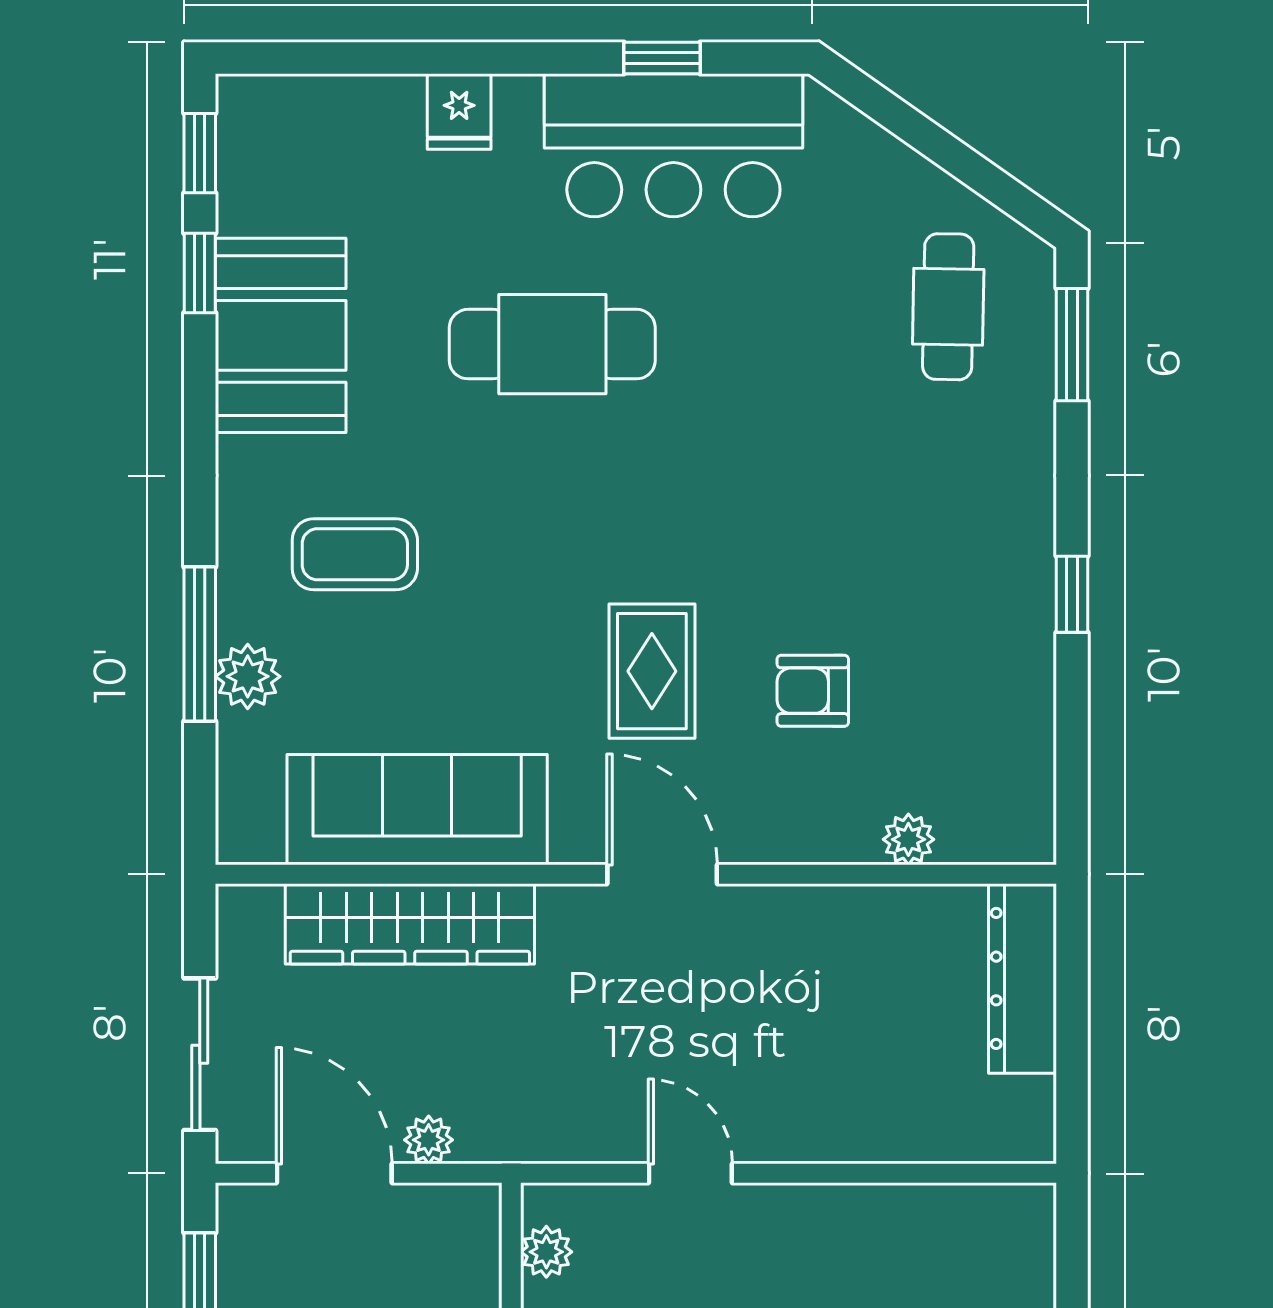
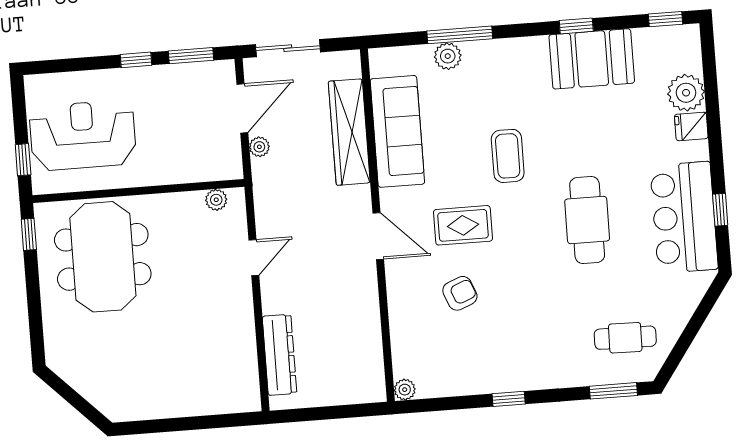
plant: (378, 118) -> (686, 93), added
window: (200, 273) -> (576, 26), moved
cafe table: (552, 344) -> (587, 220), moved
coffee table: (355, 554) -> (508, 156), moved
armchair: (813, 691) -> (460, 293), turned 68
plant: (908, 839) -> (405, 390), moved
door: (662, 874) -> (378, 236), hinge flipped
dresser: (1023, 978) -> (280, 355), moved, turned 90

